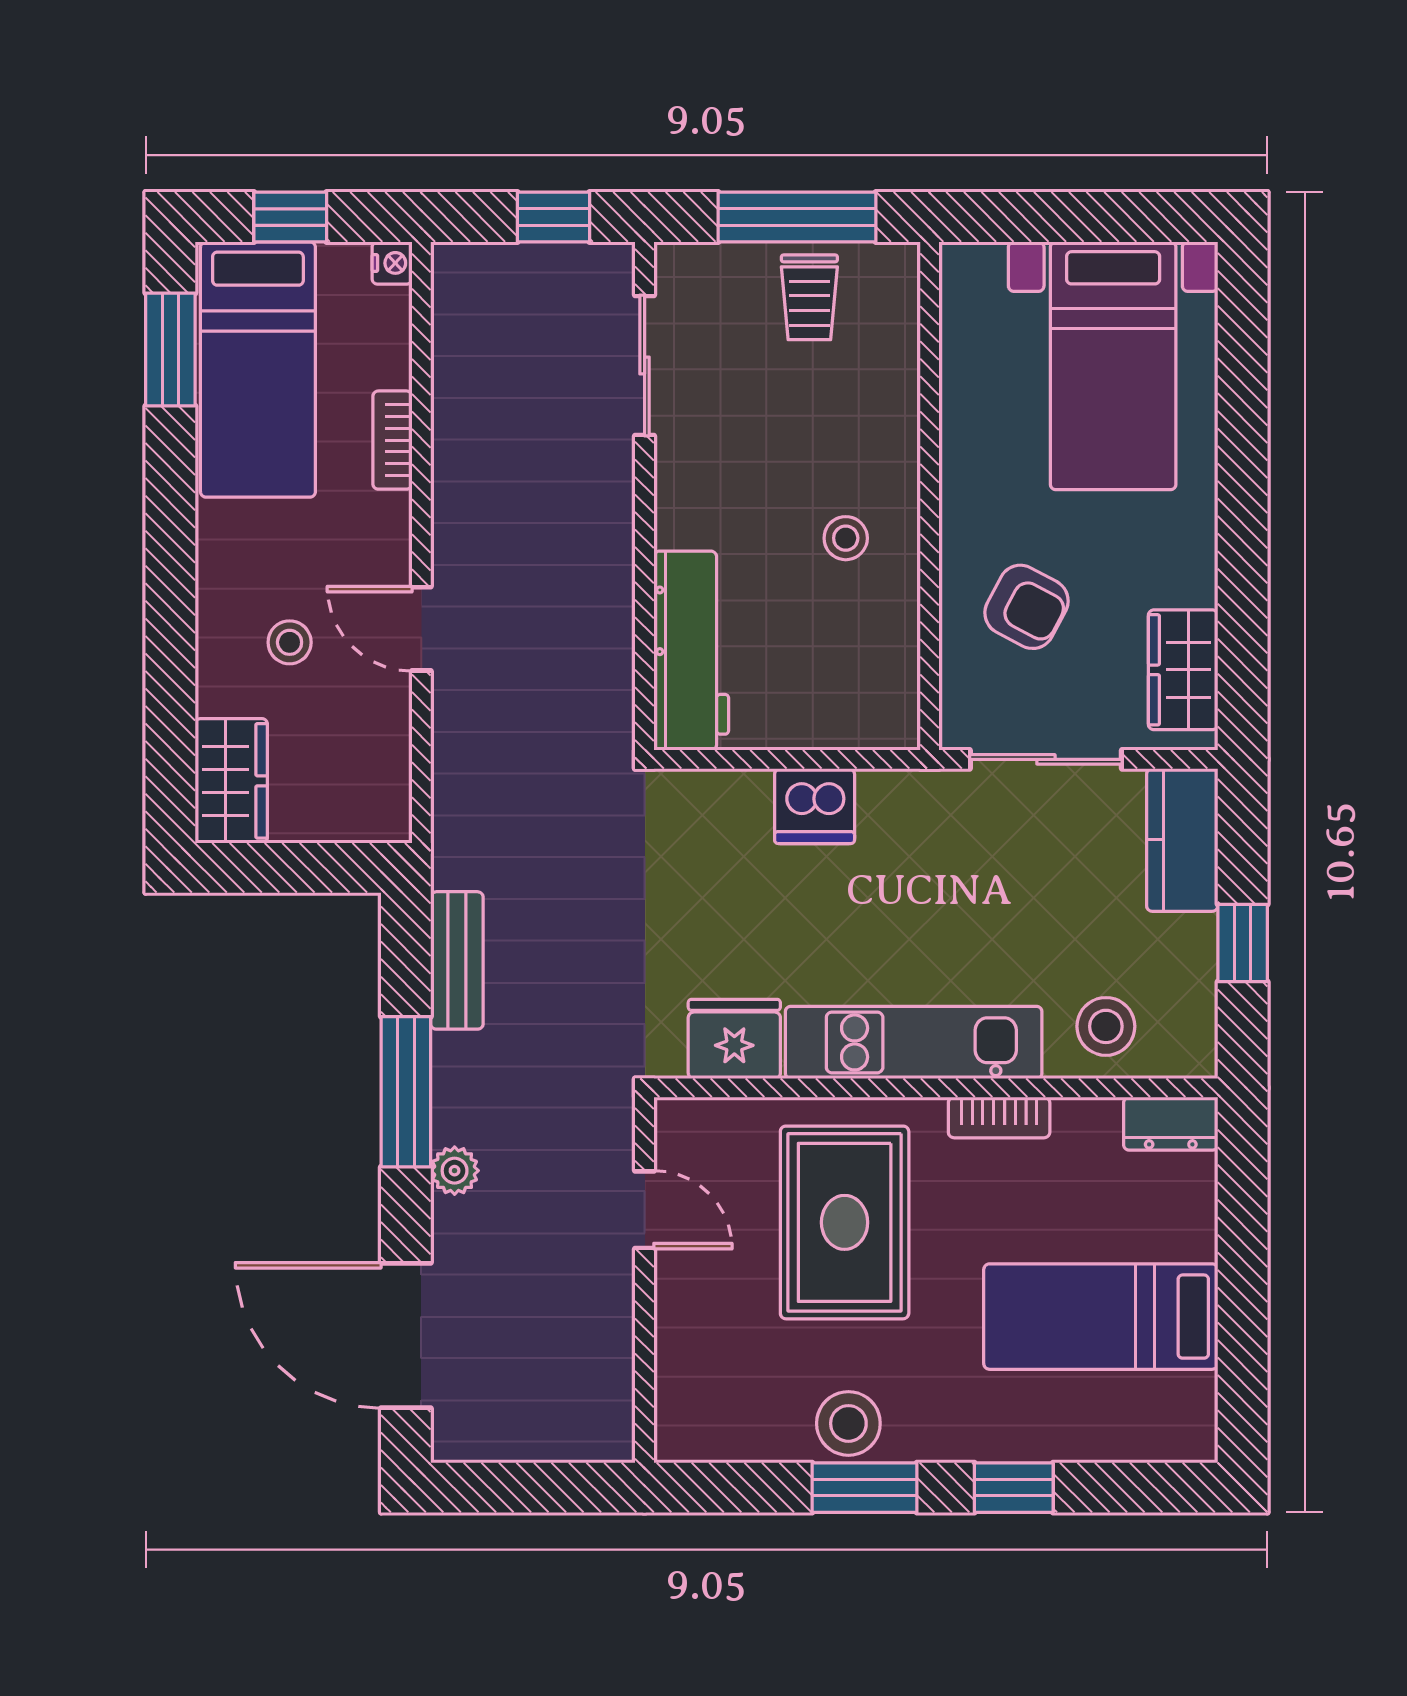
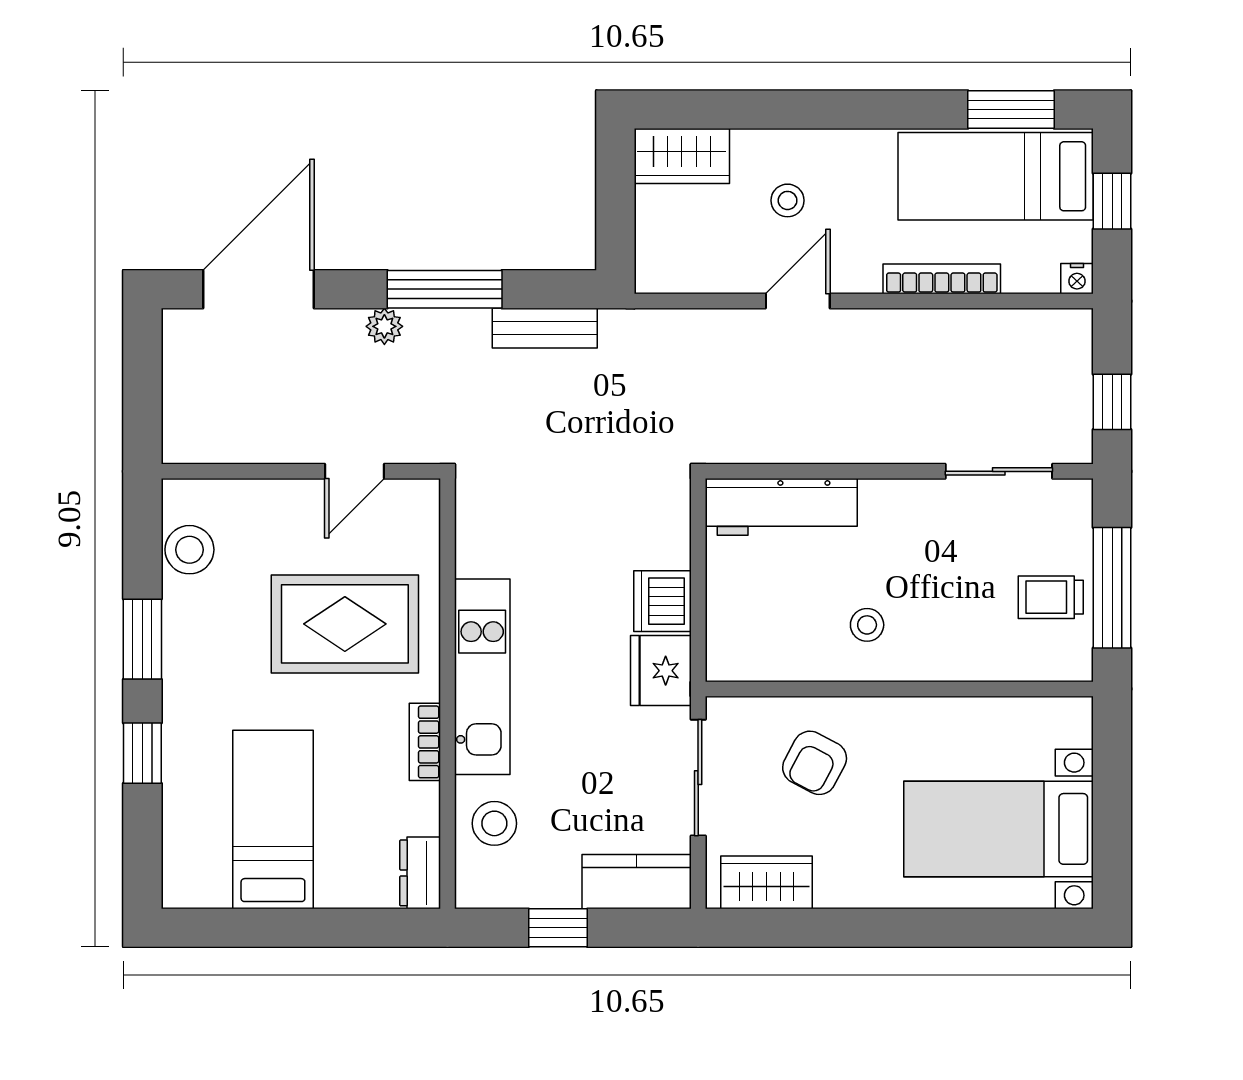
bookcase: (392, 440) -> (942, 279), width x1.56
fridge: (734, 1039) -> (661, 671), moved, turned 180
stool: (848, 1423) -> (189, 550), moved

